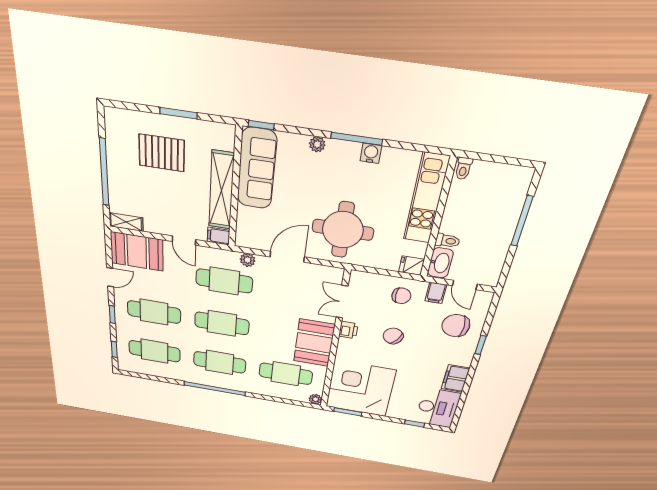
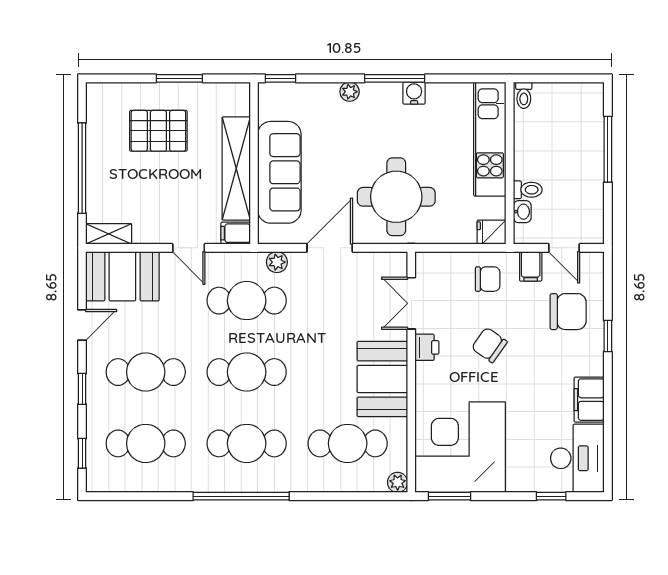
sofa: (257, 169) -> (279, 172), moved
washbasin: (440, 263) -> (522, 212), width x0.52, depth x0.69
chair: (456, 326) -> (568, 312), turned 180

